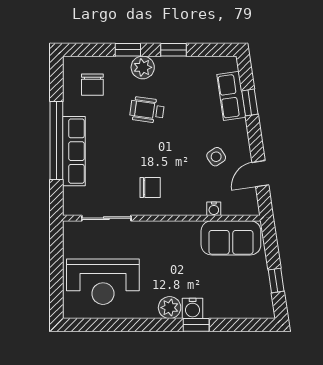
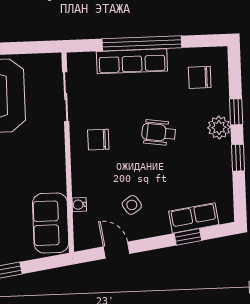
wheelchair: (147, 110) -> (159, 133), moved, turned -90
chair: (150, 187) -> (98, 140), turned 90

